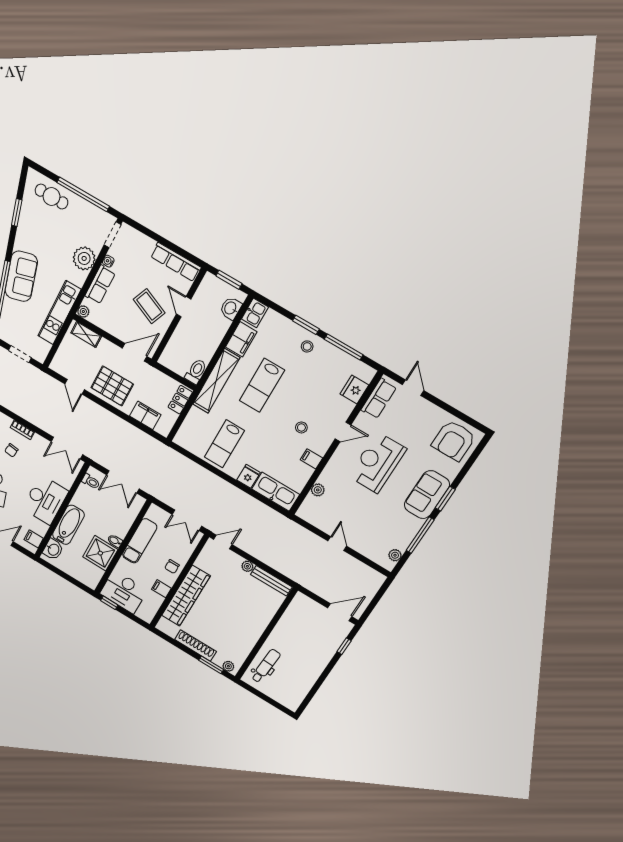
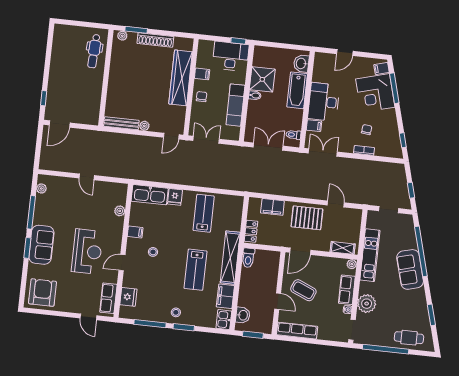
lab bench: (262, 385) -> (195, 270), turned 180
filing cabinet: (34, 539) -> (314, 126), moved

